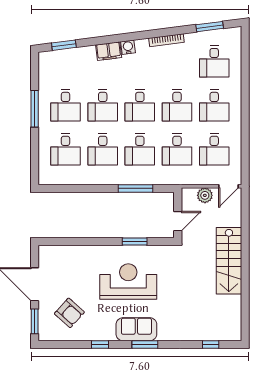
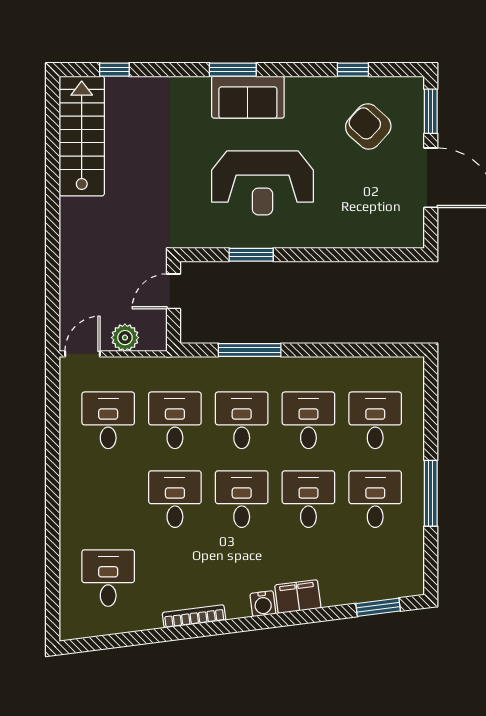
window: (210, 27) -> (116, 641), removed
desk: (214, 105) -> (108, 499), removed
stairs: (229, 261) -> (82, 136), moved
window: (100, 345) -> (353, 70), moved

